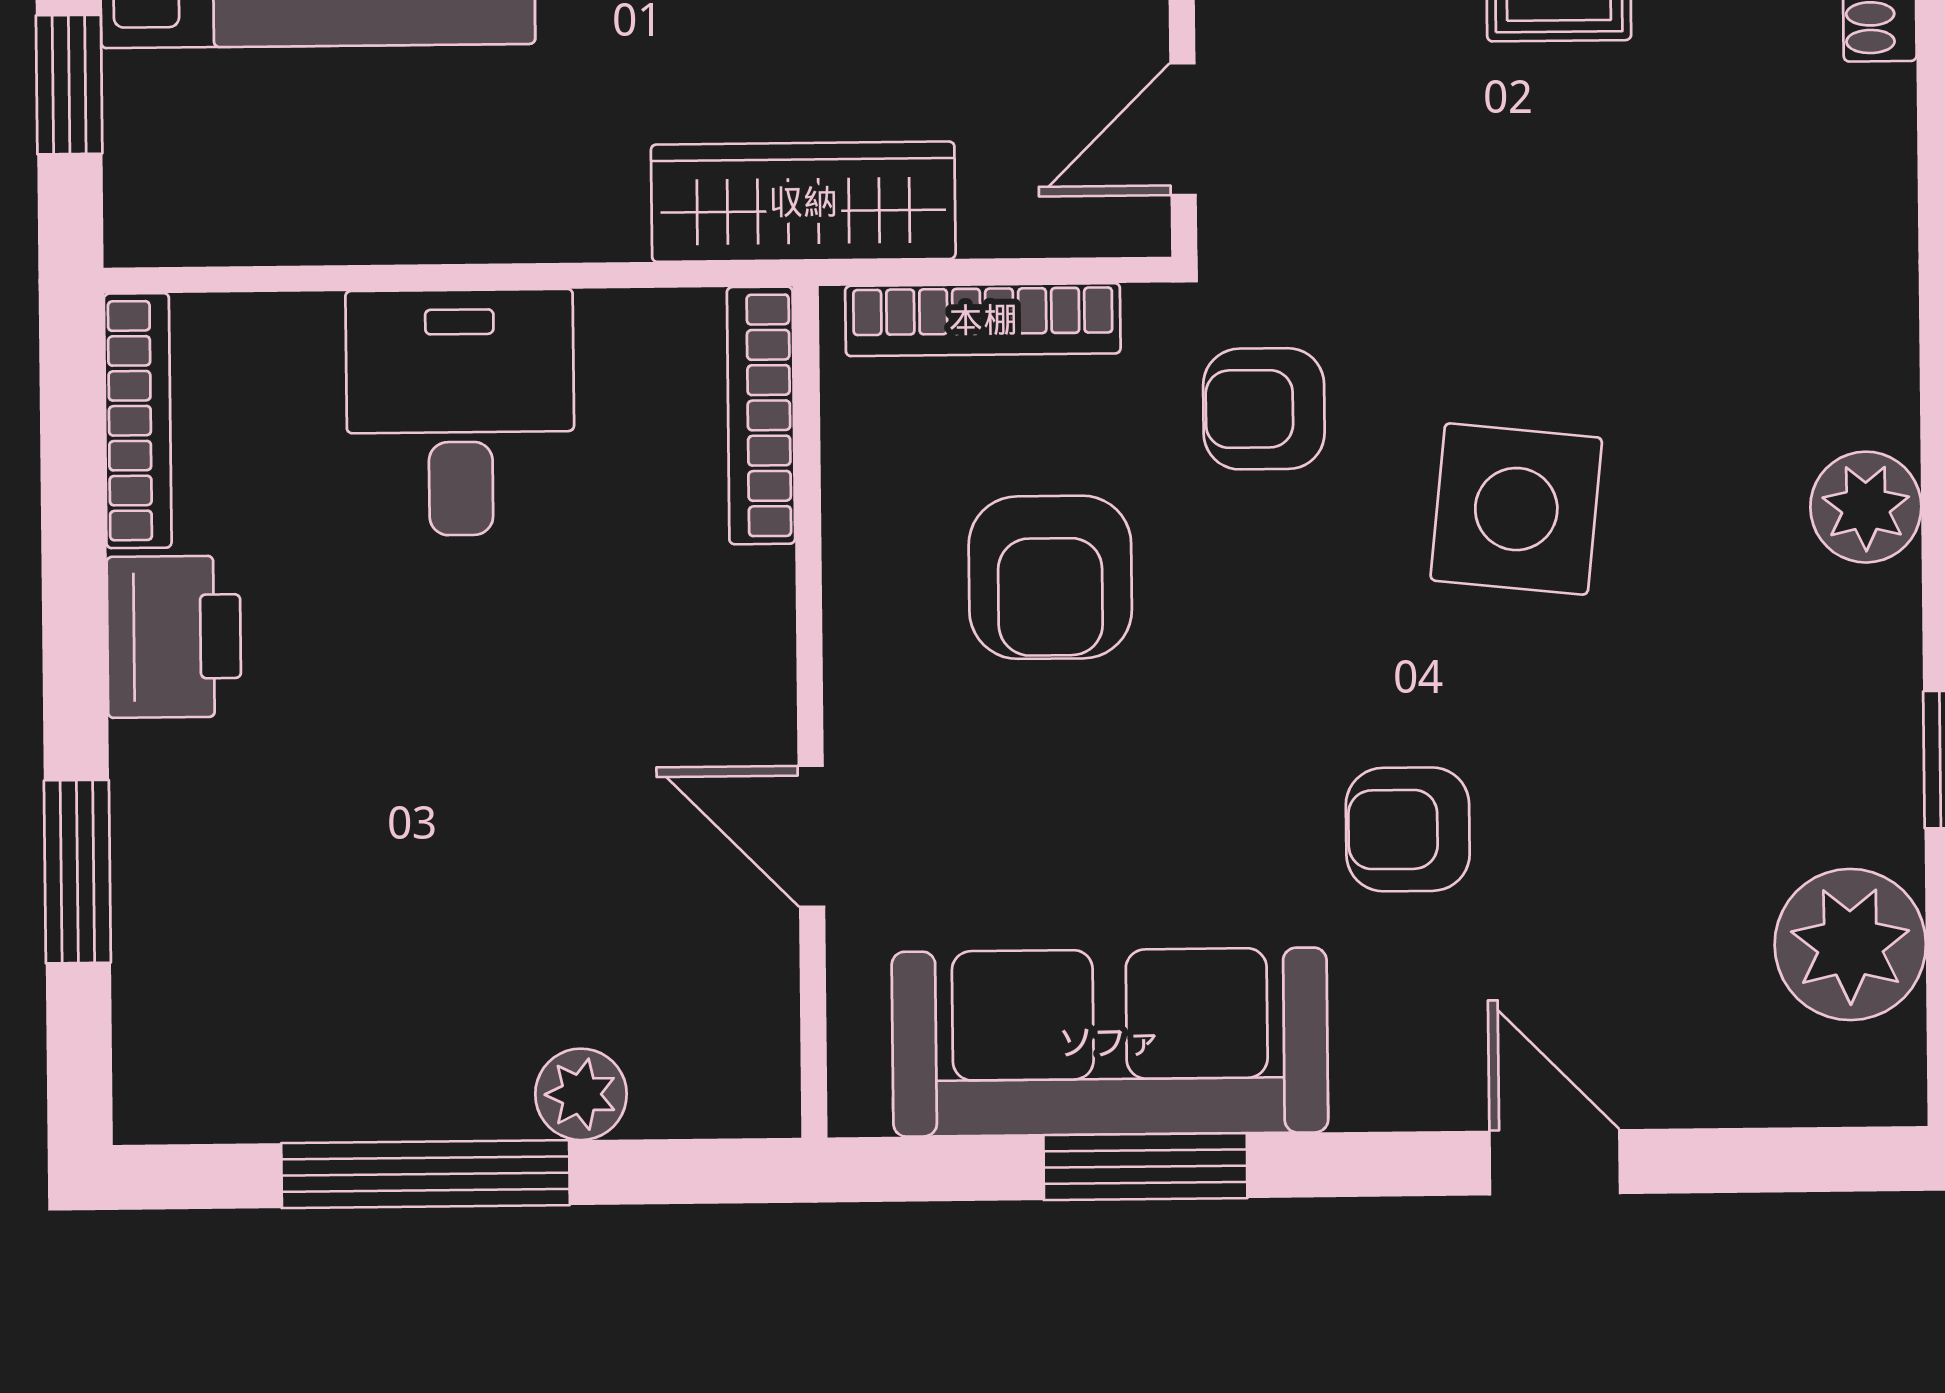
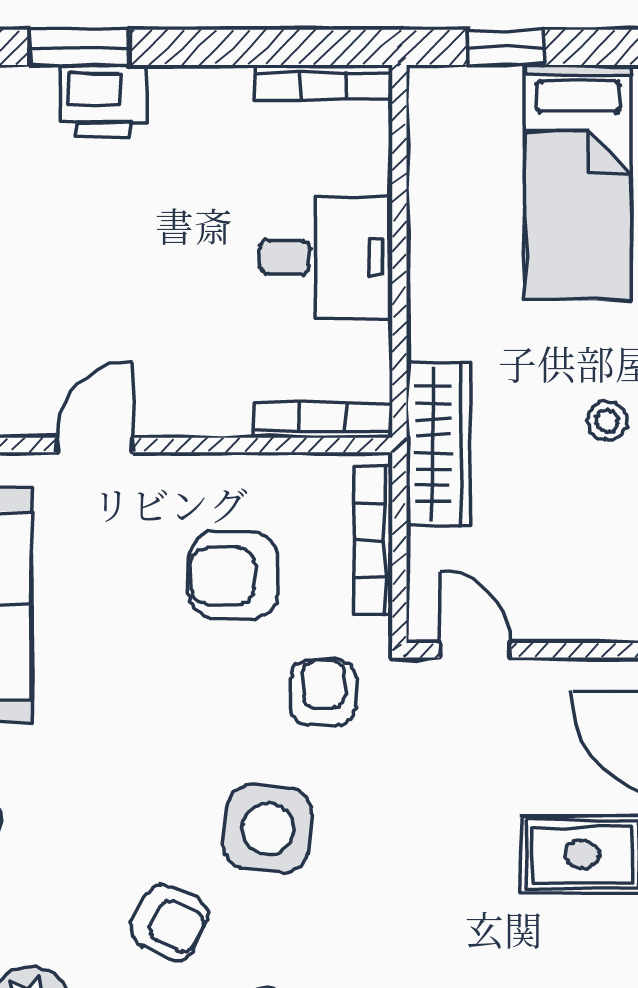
printer: (174, 637) -> (103, 101), moved
armchair: (1408, 829) -> (169, 923), moved, turned 116

